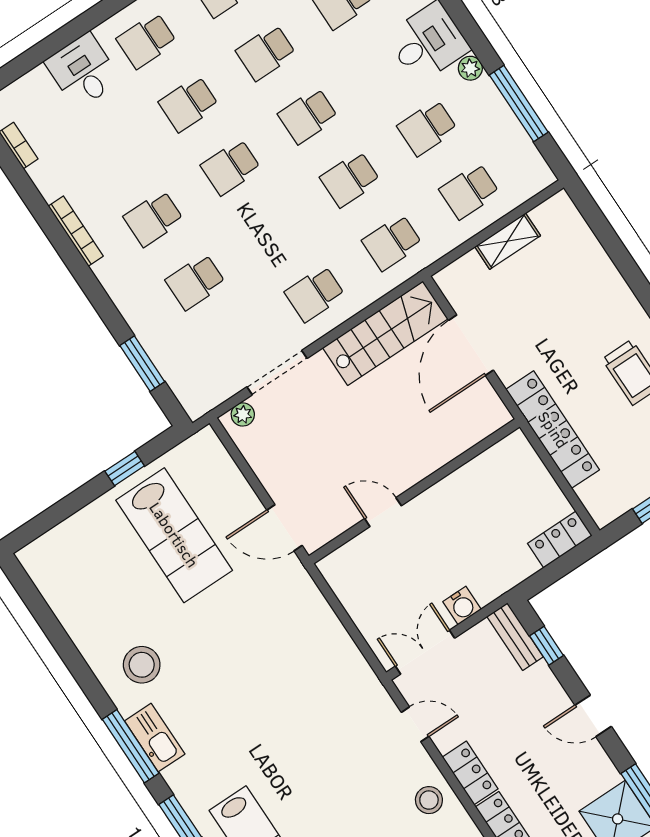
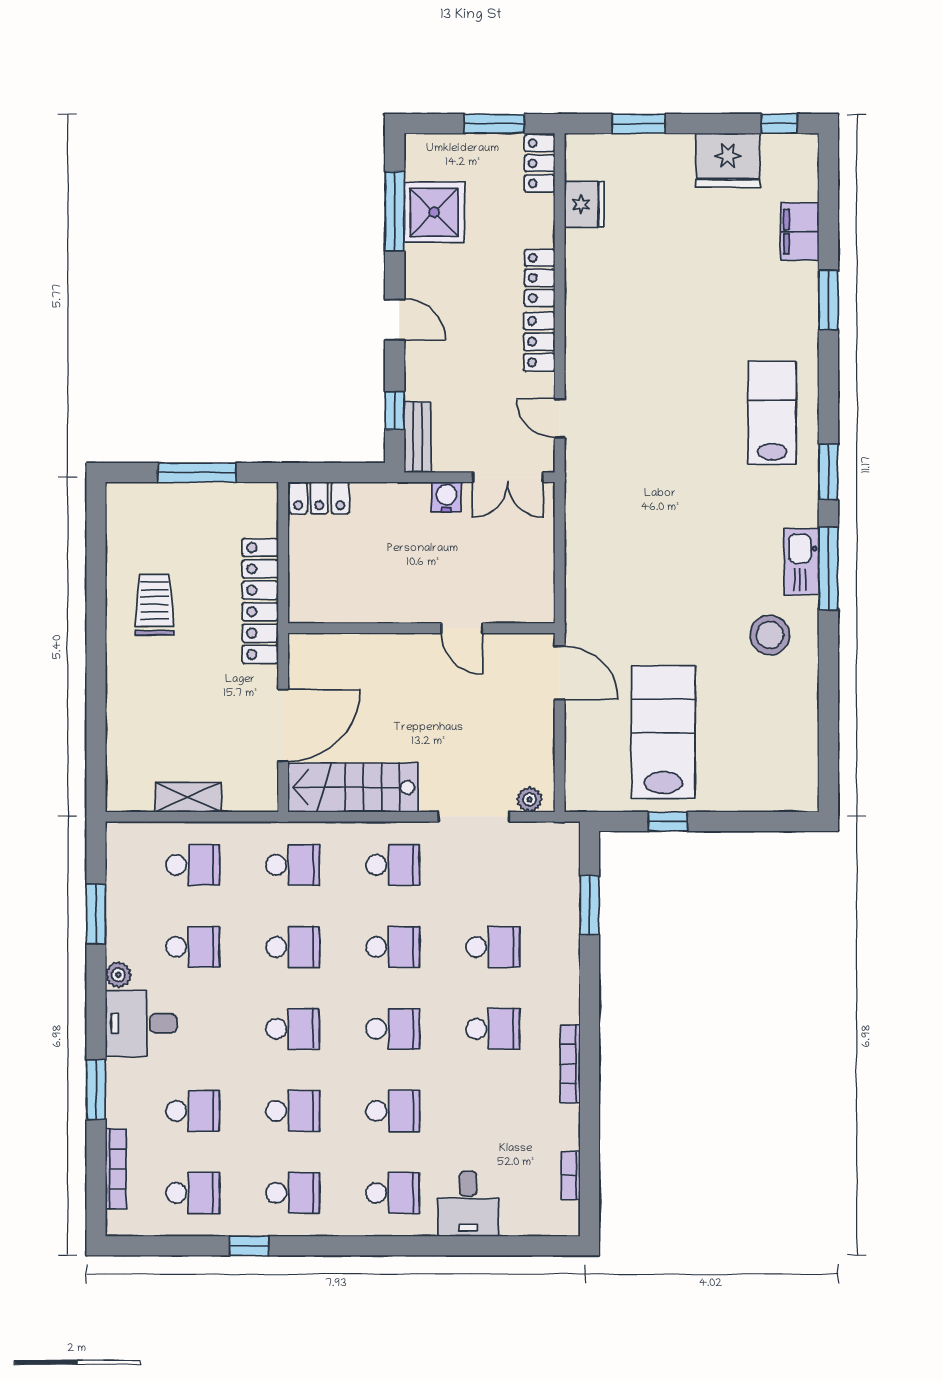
window: (519, 104) -> (96, 914), width x0.69
school desk: (273, 231) -> (393, 947), added
stool: (429, 800) -> (592, 342), removed

